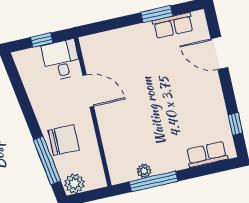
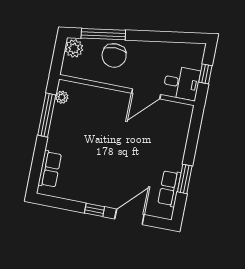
window: (235, 124) -> (95, 210), moved
plant: (144, 171) -> (62, 97), moved

